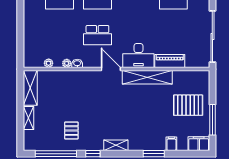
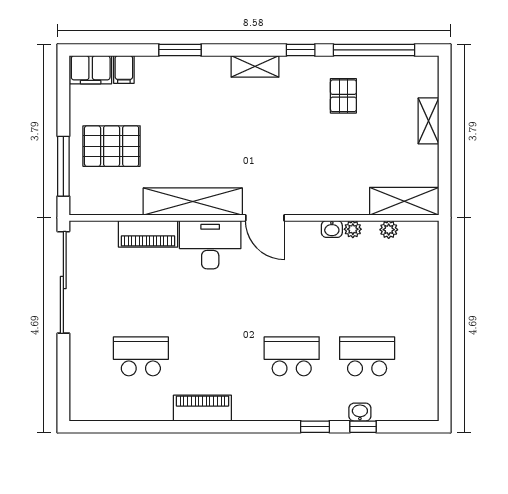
school desk: (97, 35) -> (292, 285), removed
shelving: (30, 88) -> (404, 201), moved, turned 90
window: (212, 120) -> (63, 166), moved
filing cabinet: (171, 144) -> (124, 69), moved

